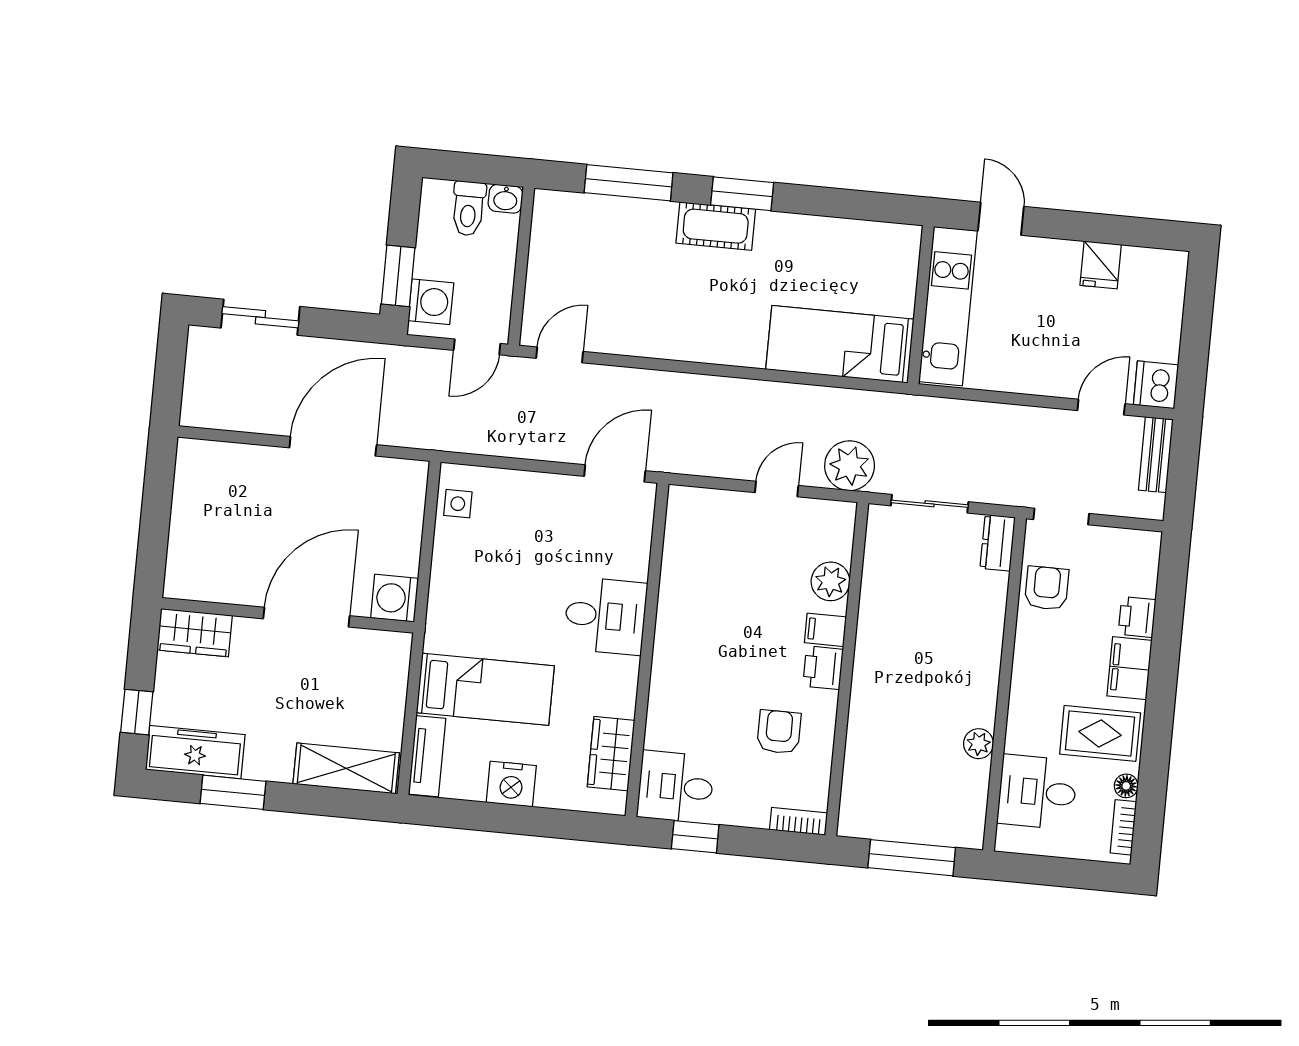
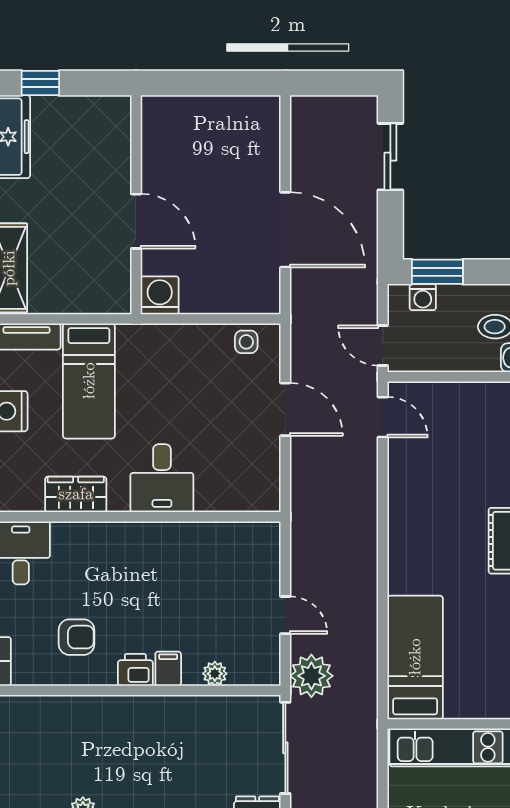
washing machine: (431, 302) -> (423, 297), width x0.73, depth x0.73
door: (615, 473) -> (285, 409), moved
sliding door: (930, 504) -> (285, 748), width x1.37
plant: (830, 581) -> (215, 674), width x0.73, depth x0.73
door: (306, 617) -> (136, 221), width x0.73
wardrobe: (195, 633) -> (114, 126), removed
wardrobe: (611, 754) -> (76, 494), moved

